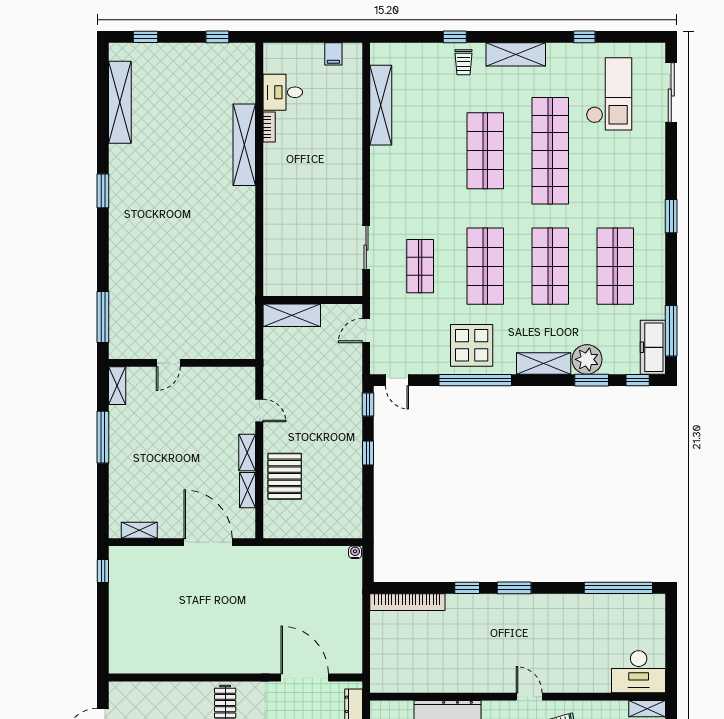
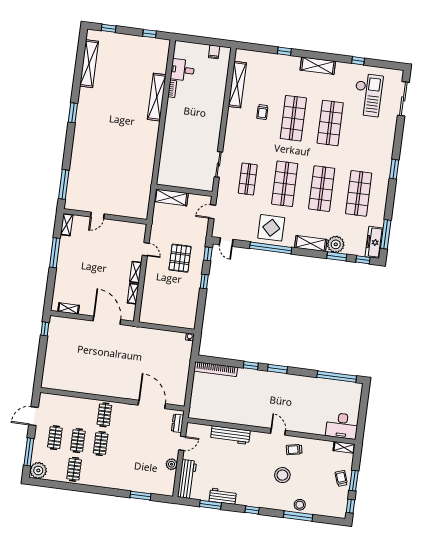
trolley: (463, 62) -> (262, 112), moved
shop shelf: (550, 151) -> (330, 123), width x0.71
pallet: (285, 476) -> (180, 258), moved

